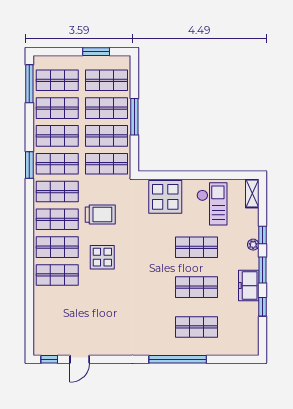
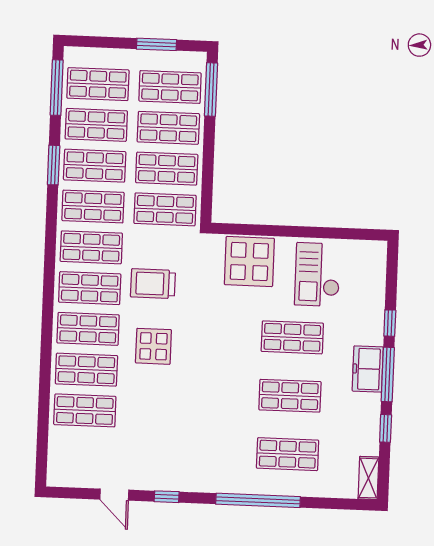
window: (134, 117) -> (211, 89), moved
window: (29, 165) -> (54, 165), moved
shelving: (252, 193) -> (368, 478), moved
checkout: (212, 204) -> (317, 275), turned 180
trolley: (100, 215) -> (153, 284), turned 180
plant: (253, 245) -> (376, 337), removed
window: (262, 270) -> (388, 374), width x1.44
freezer: (249, 286) -> (368, 369), moved
shop shelf: (57, 303) -> (85, 410), added
window: (49, 359) -> (167, 497), moved
door: (80, 359) -> (114, 495), hinge flipped

